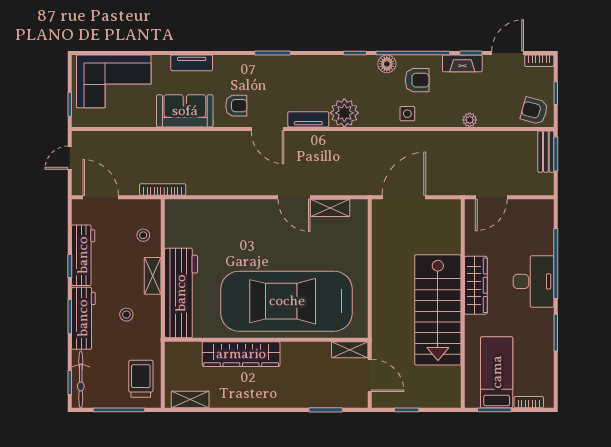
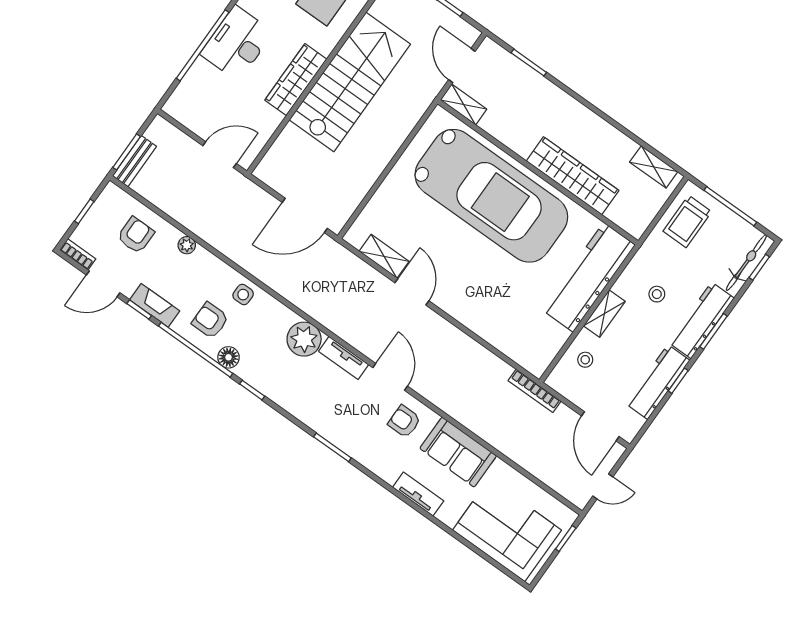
armchair: (534, 111) -> (136, 235), moved, turned -105

